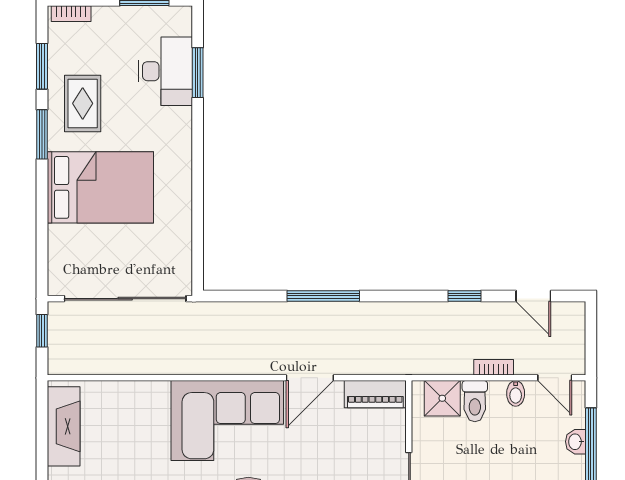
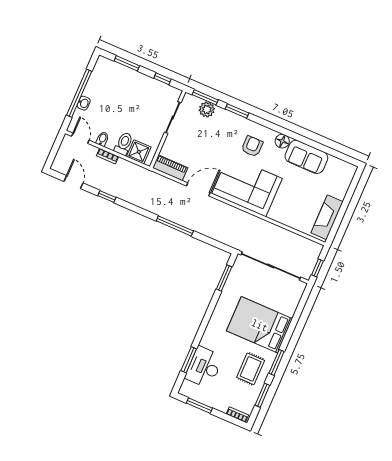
window: (198, 242) -> (224, 278), added

